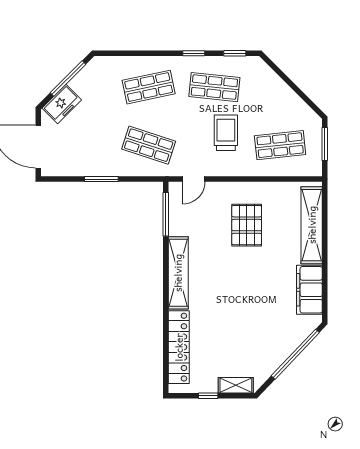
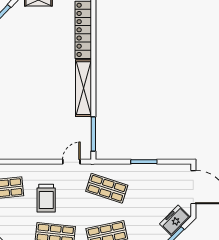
pallet: (247, 225) -> (30, 126), removed

